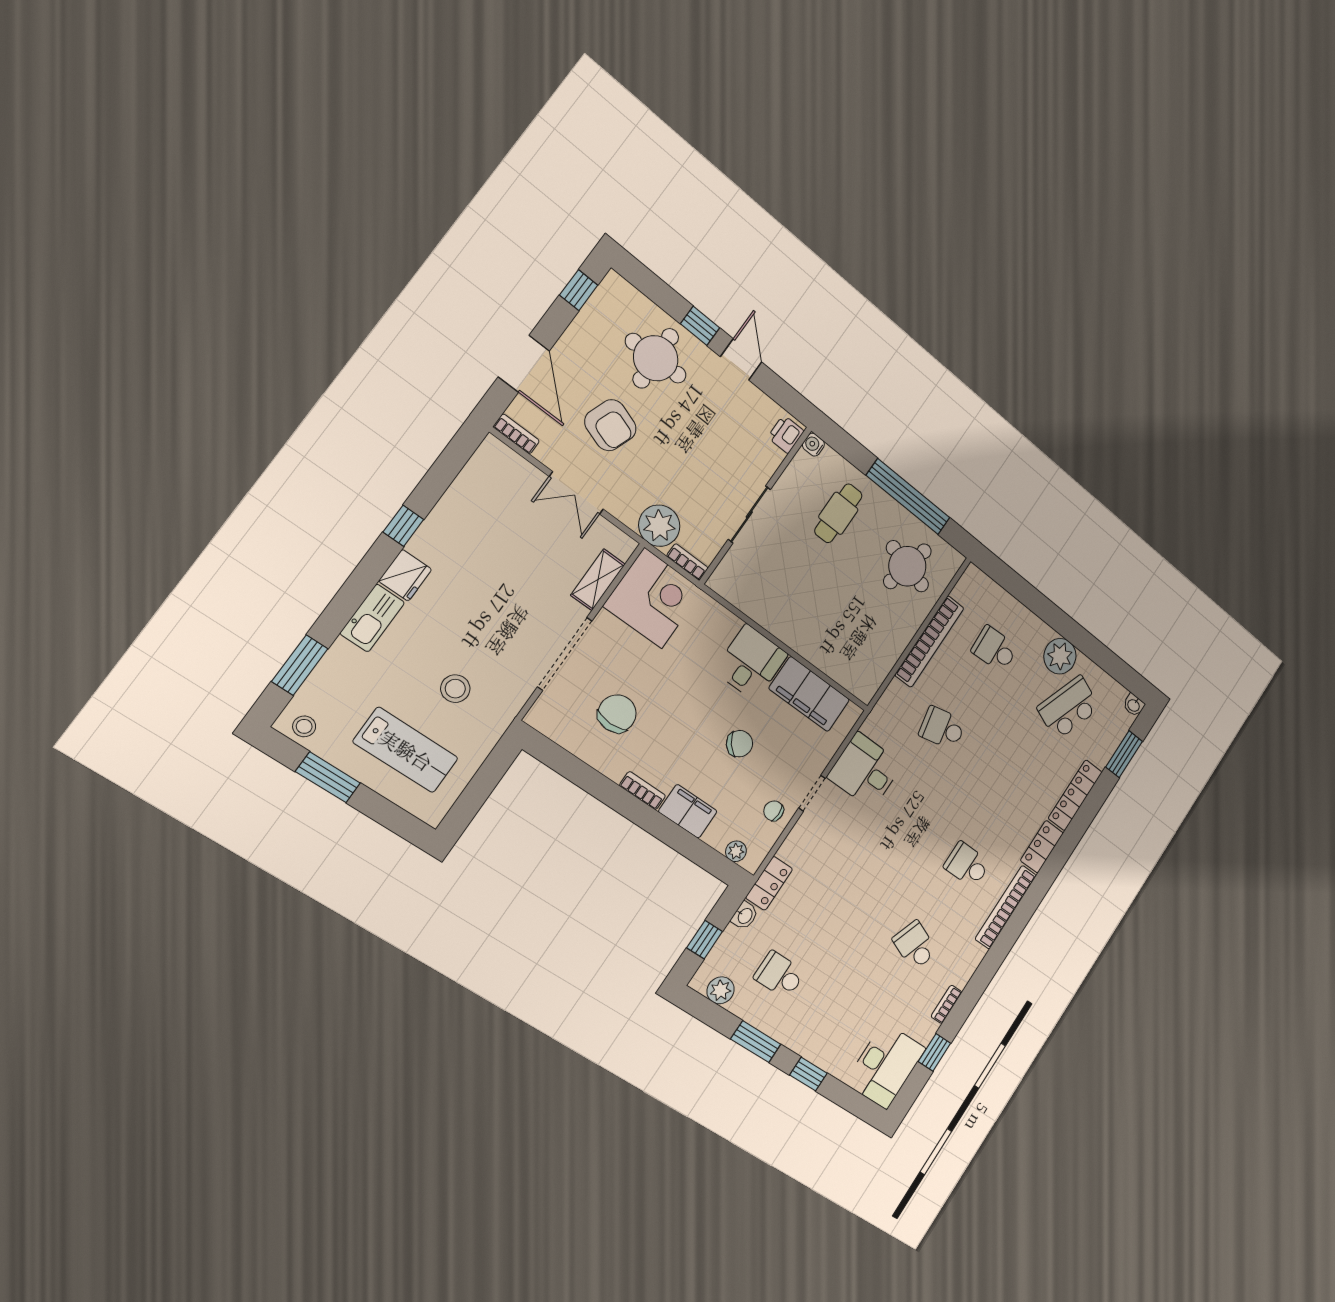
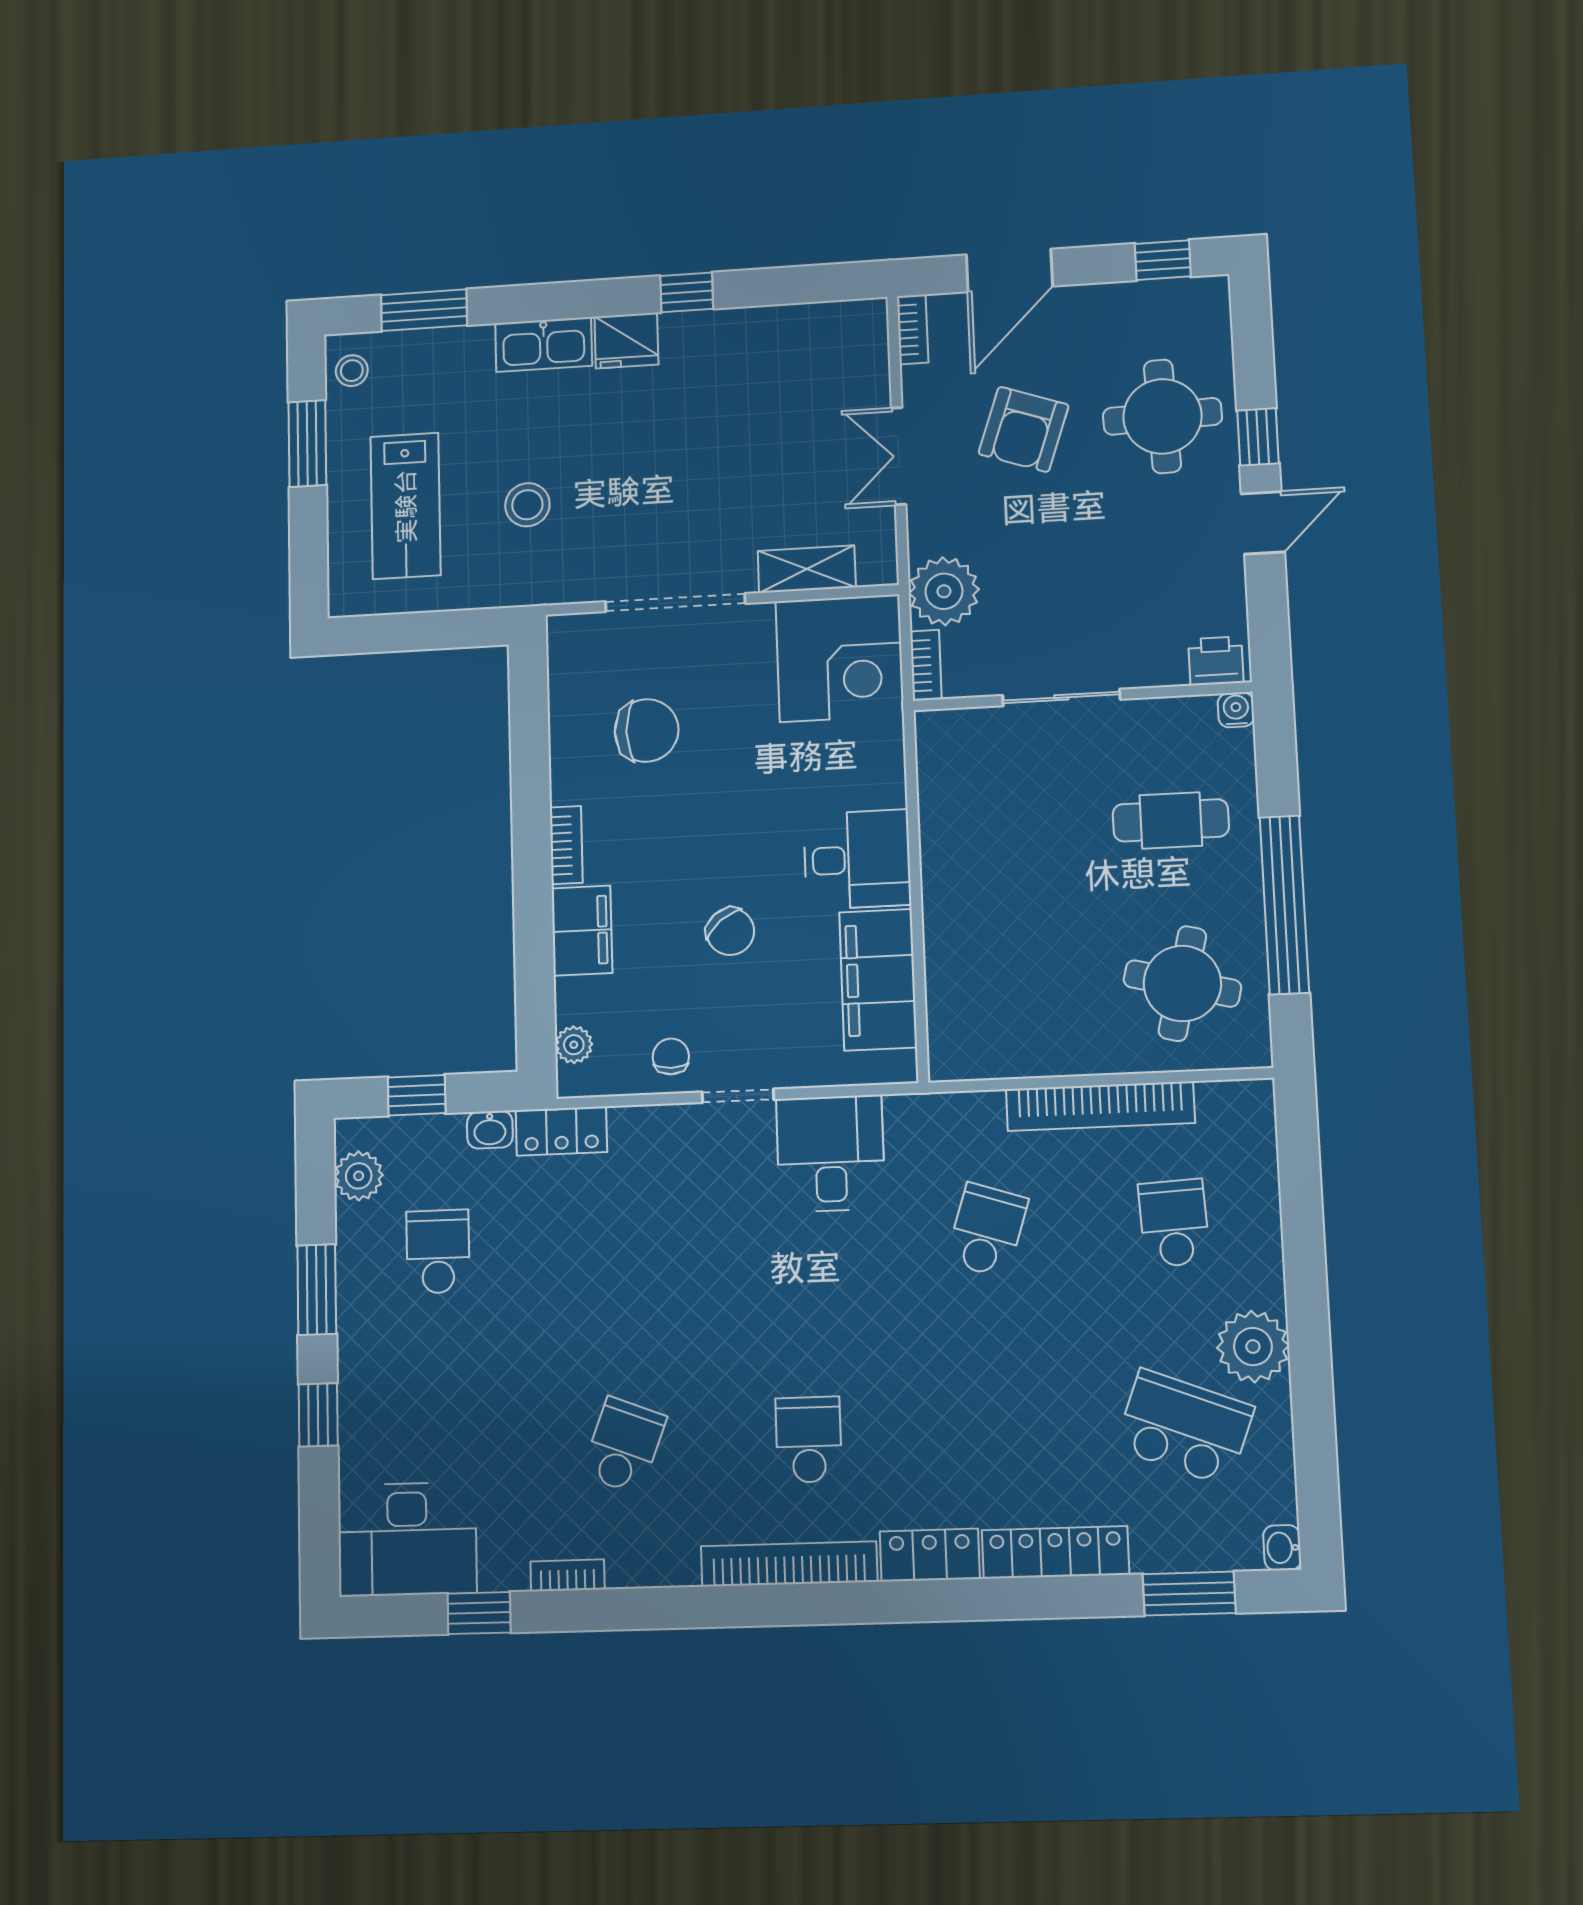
school desk: (942, 728) -> (987, 1230), turned 30

